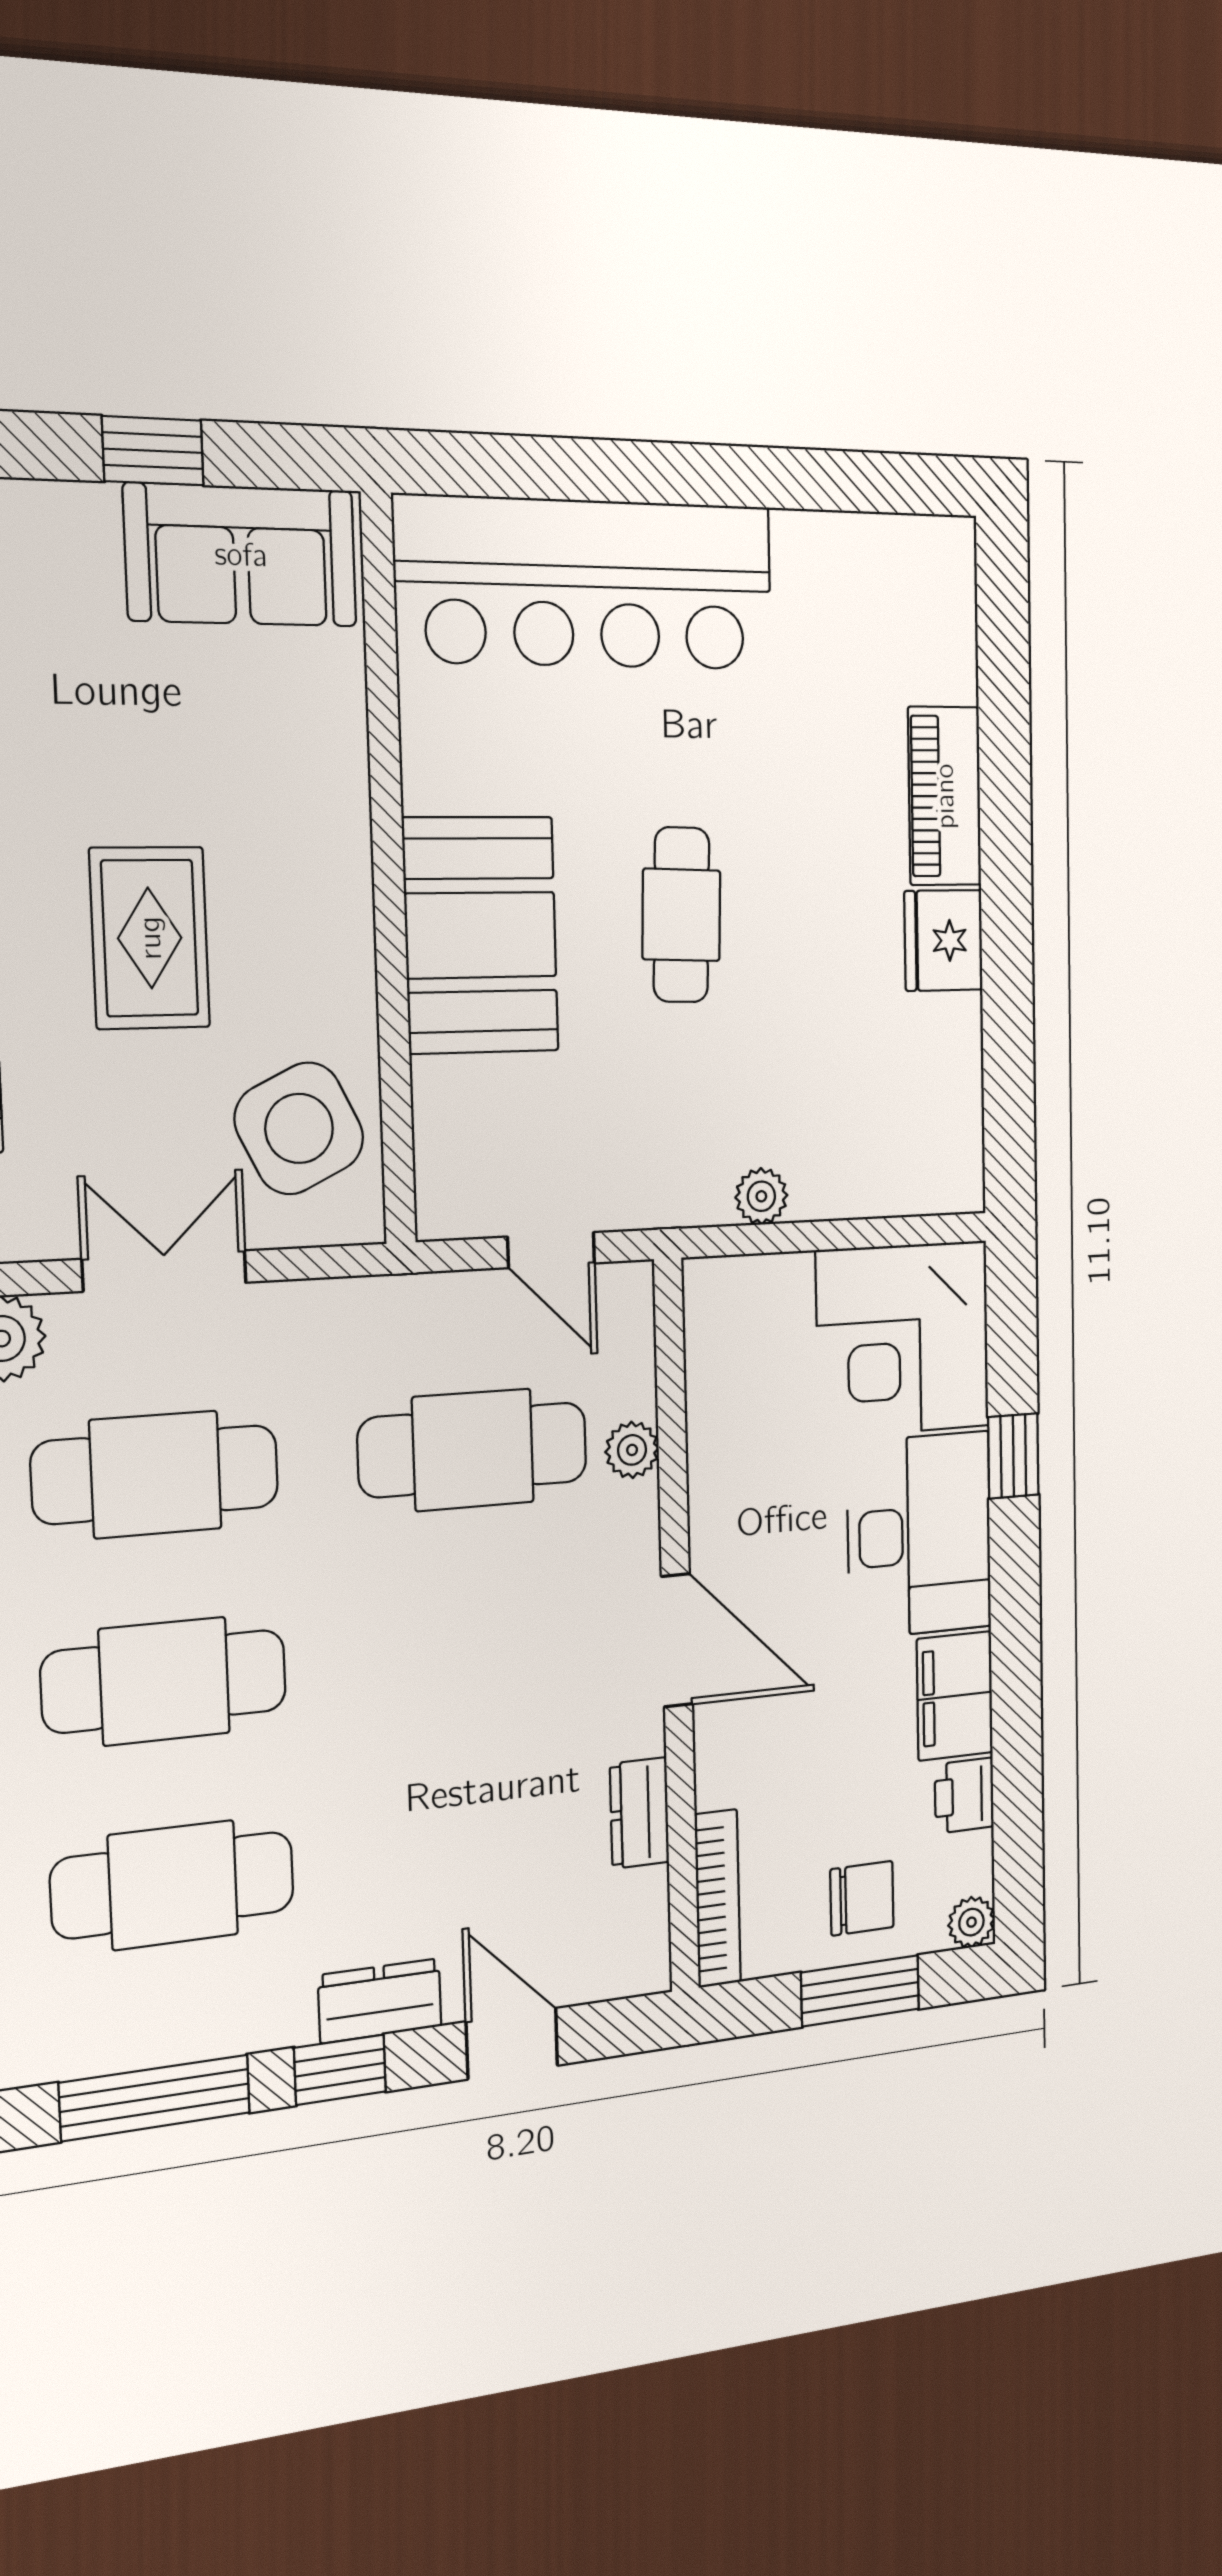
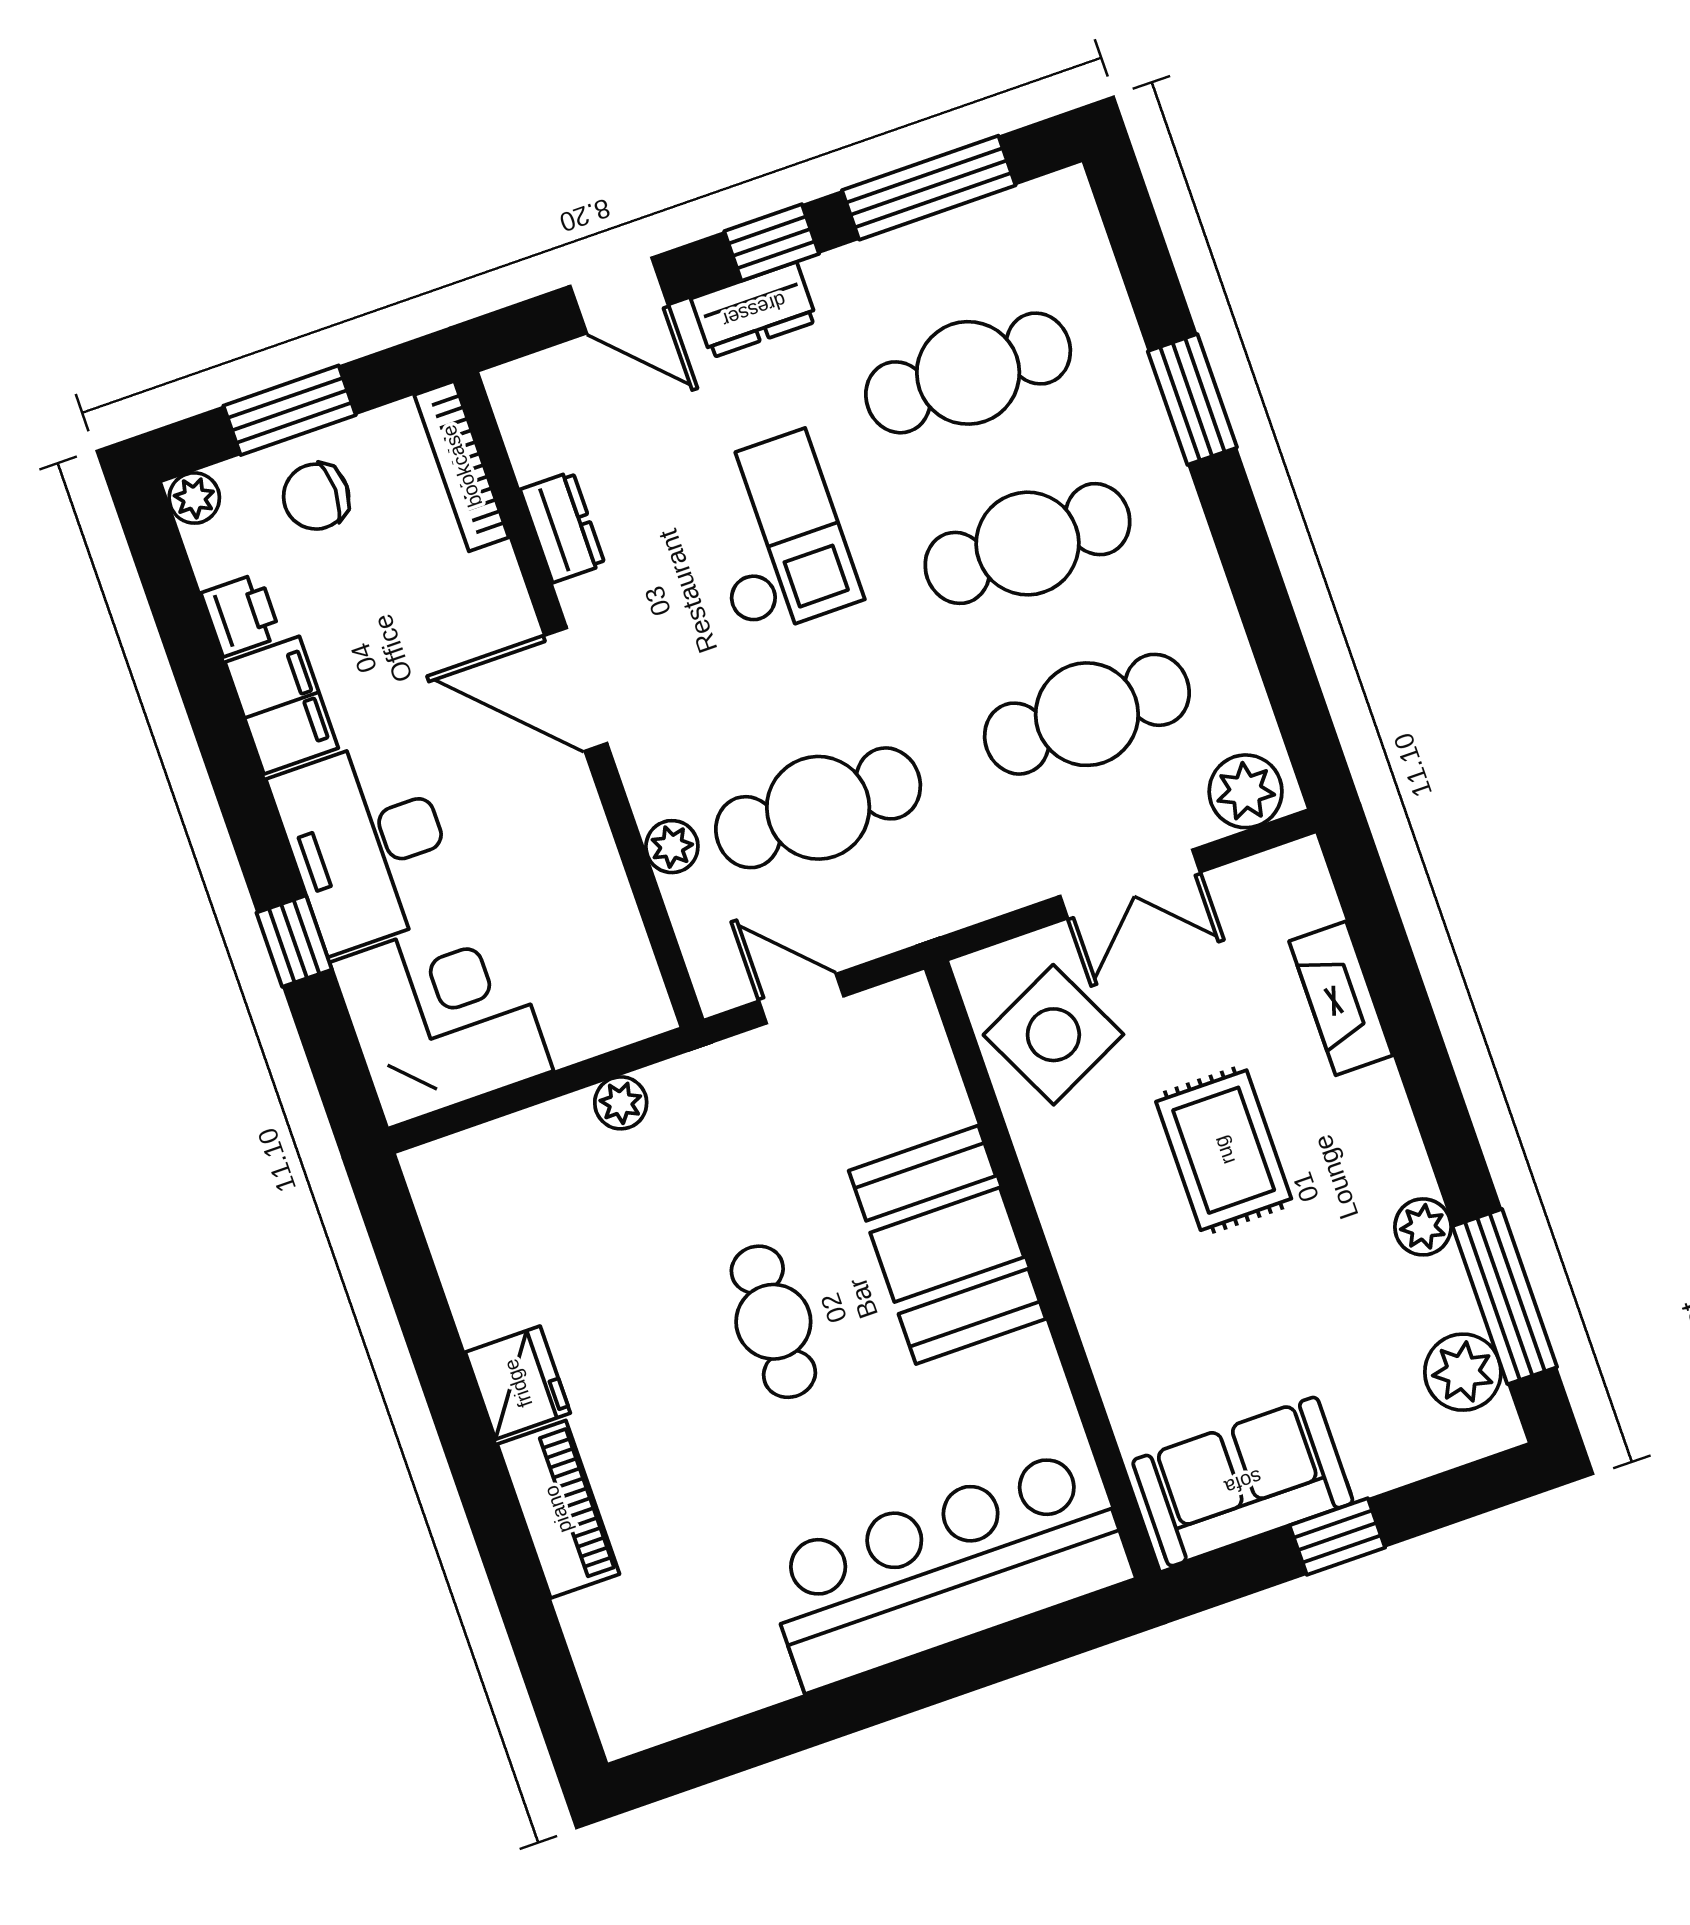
checkout: (430, 1755) -> (775, 535), added

